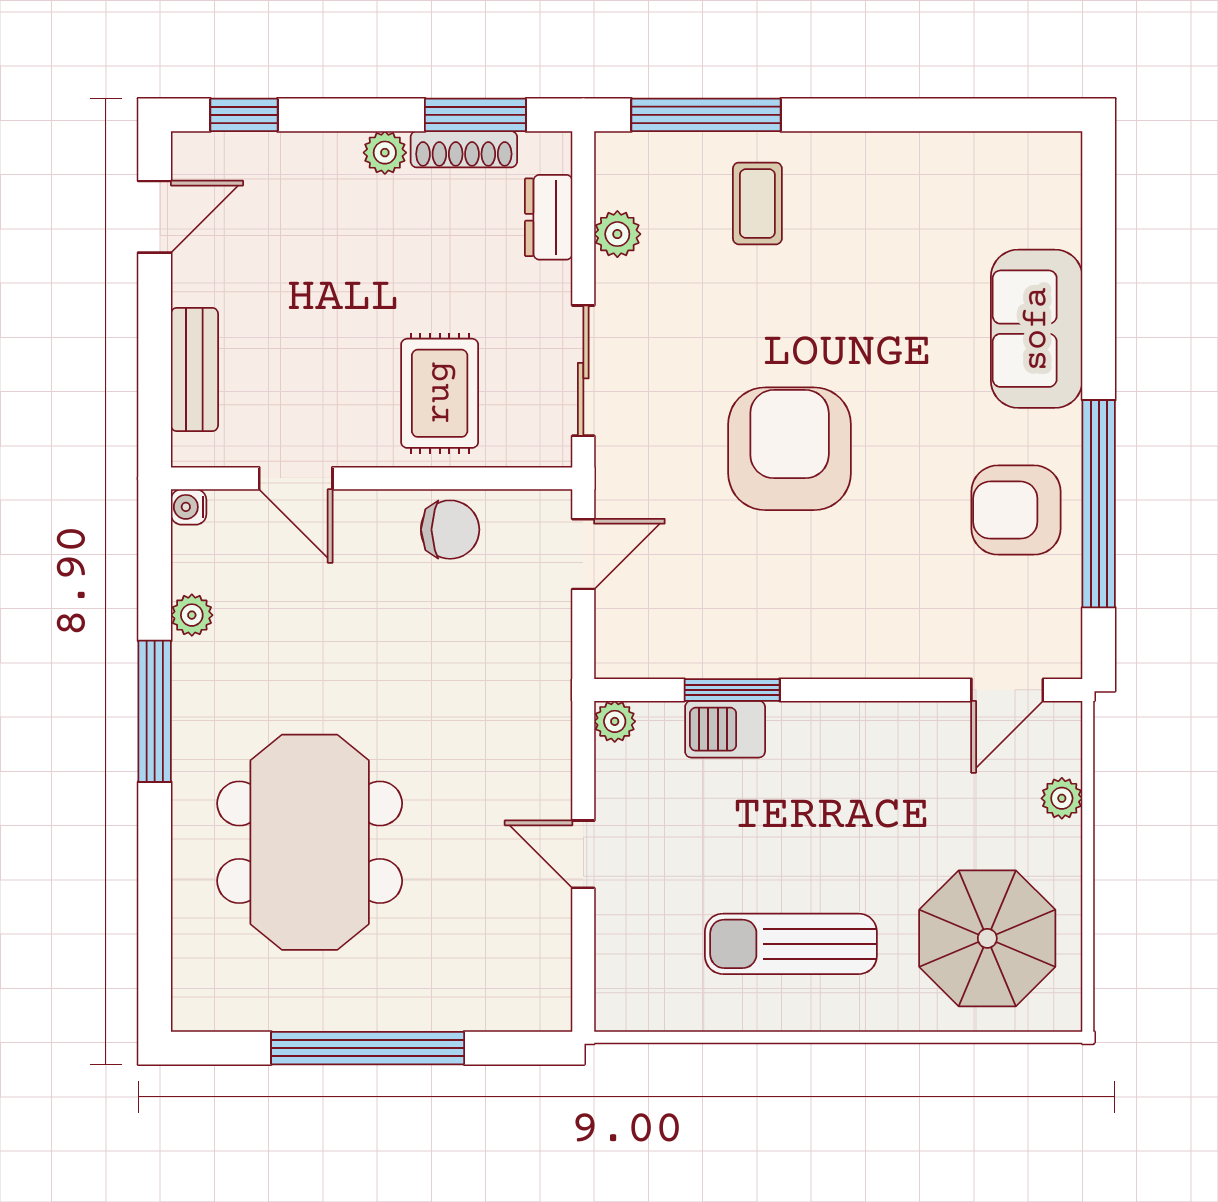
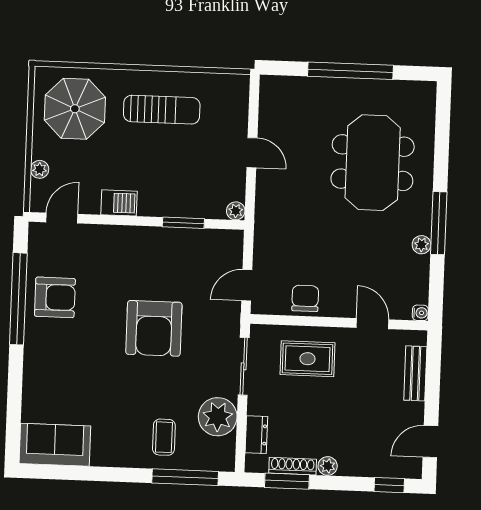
plant: (617, 234) -> (218, 417), width x1.88, depth x1.88
sofa: (1037, 329) -> (55, 445), moved, turned -90
rug: (440, 393) -> (308, 359), turned 90
chair: (450, 530) -> (305, 298), turned 90
plant: (192, 615) -> (421, 245), moved
barbecue: (725, 729) -> (119, 203), moved

